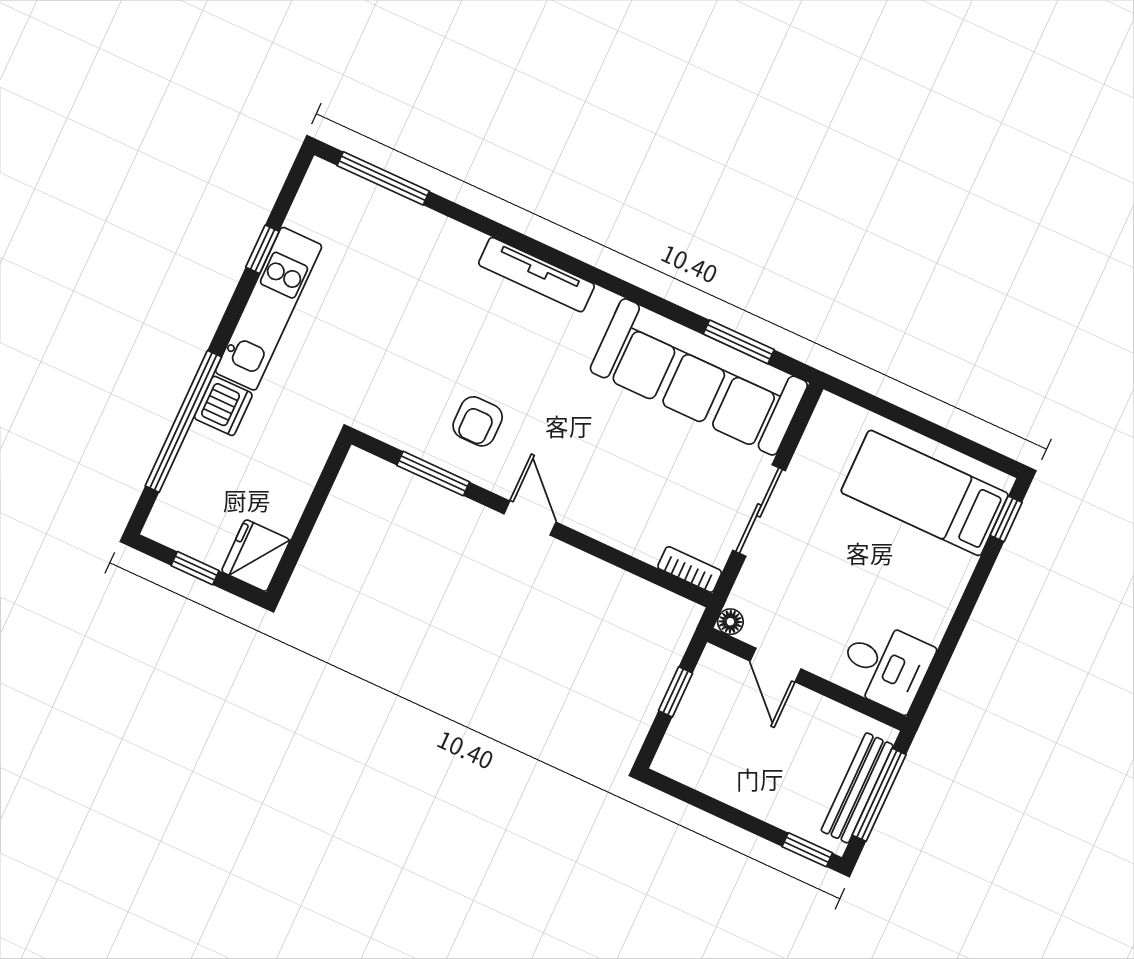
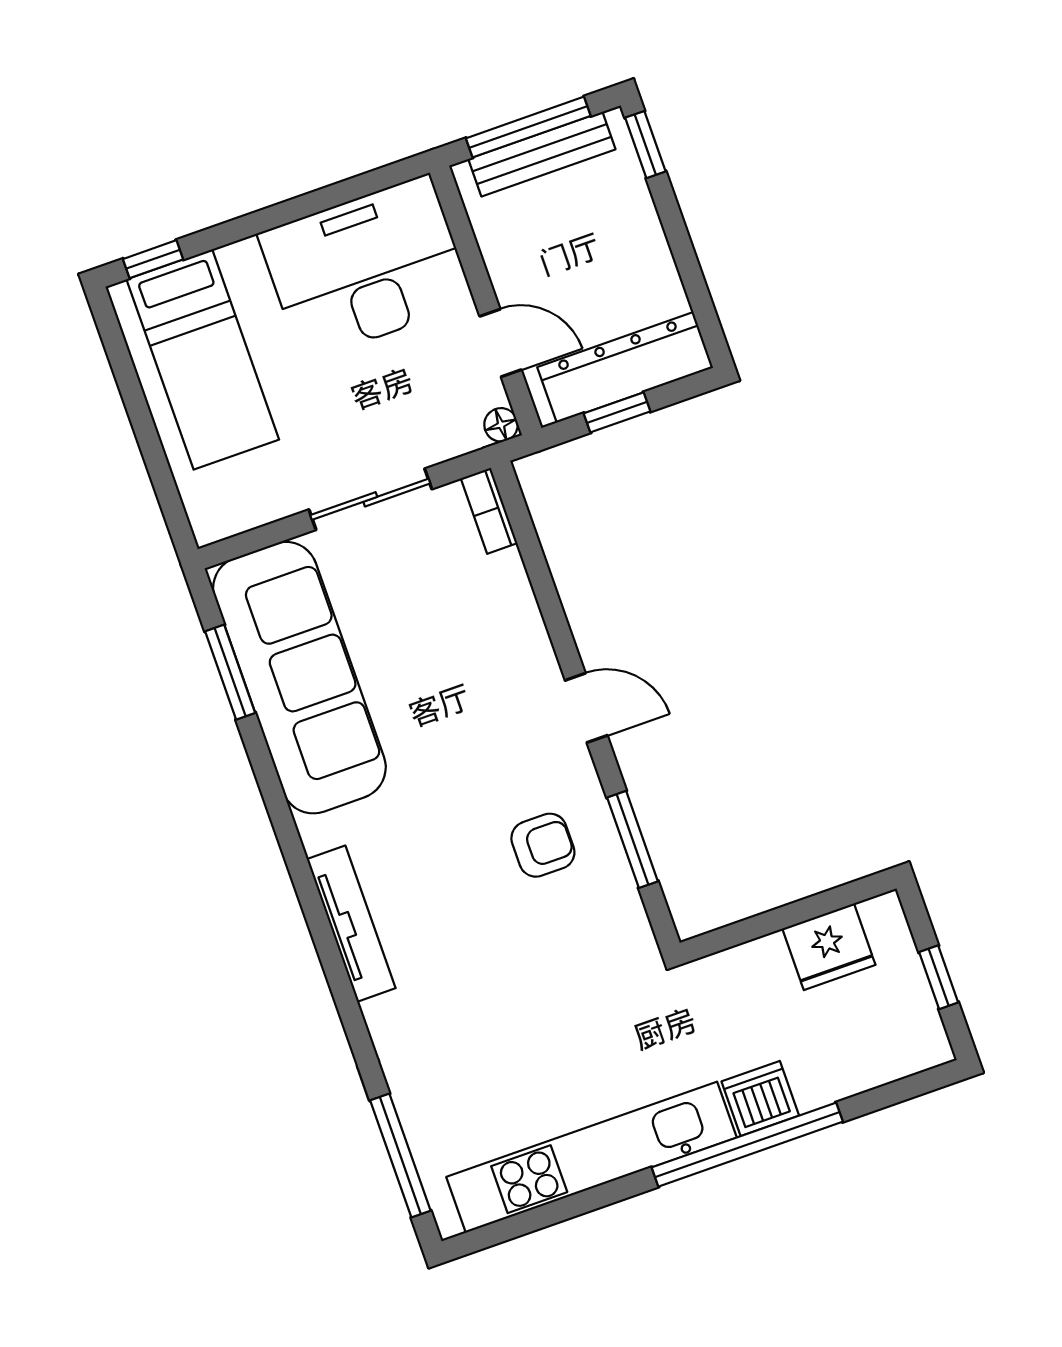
window: (262, 249) -> (577, 1204), removed
kitchen unit: (269, 309) -> (591, 1157), width x1.36
window: (183, 421) -> (747, 1145), moved
door: (530, 518) -> (586, 708), swing flipped
fridge: (256, 556) -> (829, 947), moved
door: (775, 665) -> (501, 343), hinge flipped
desk: (885, 666) -> (366, 268), width x1.87, depth x1.30
dresser: (696, 720) -> (625, 367), added

